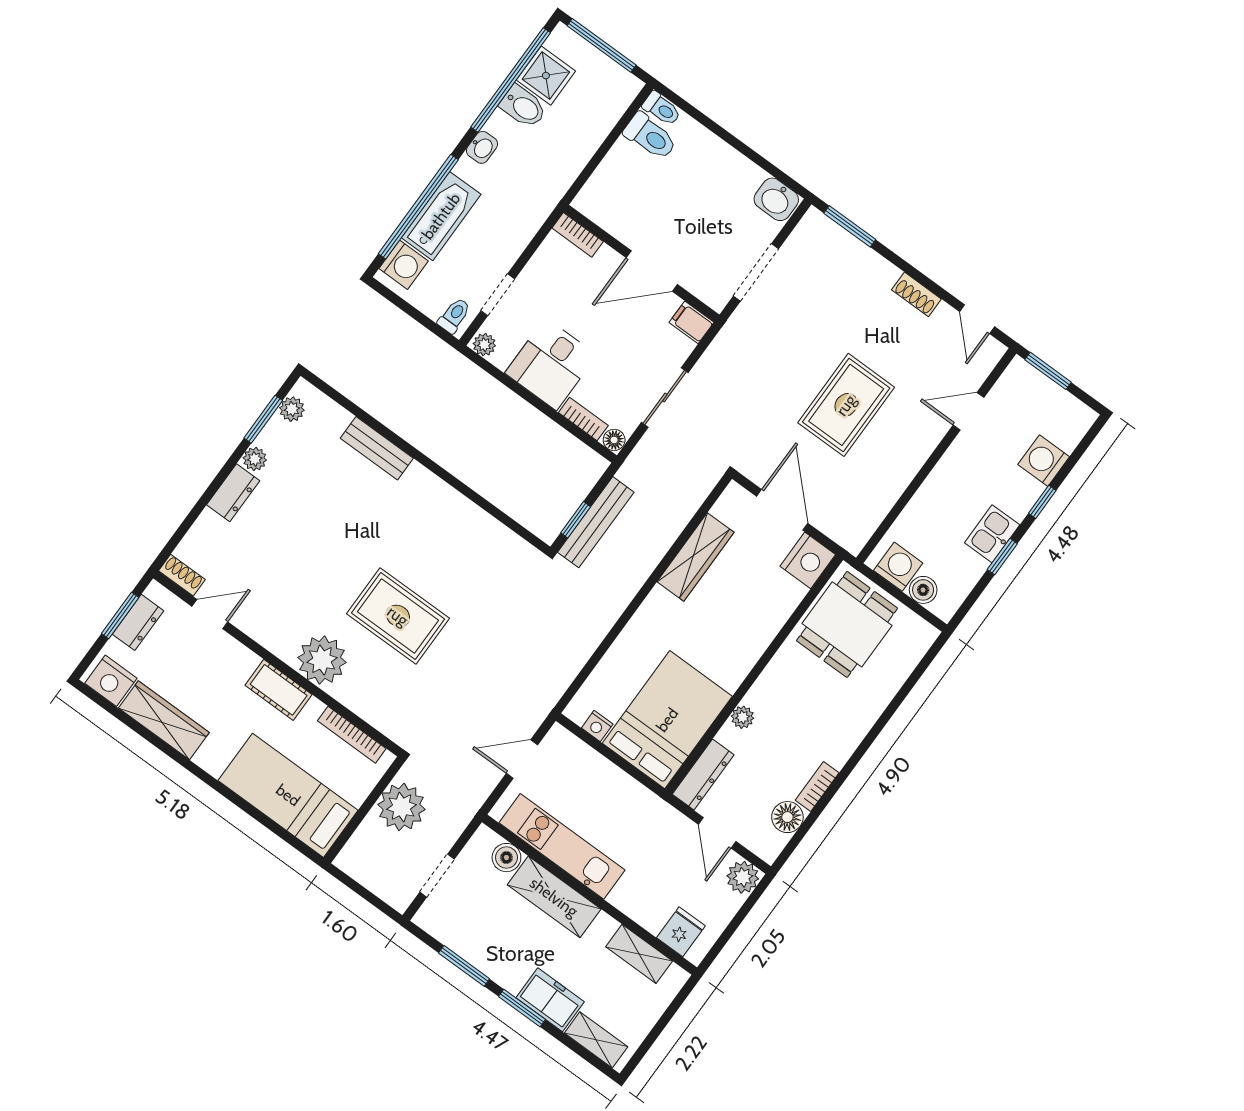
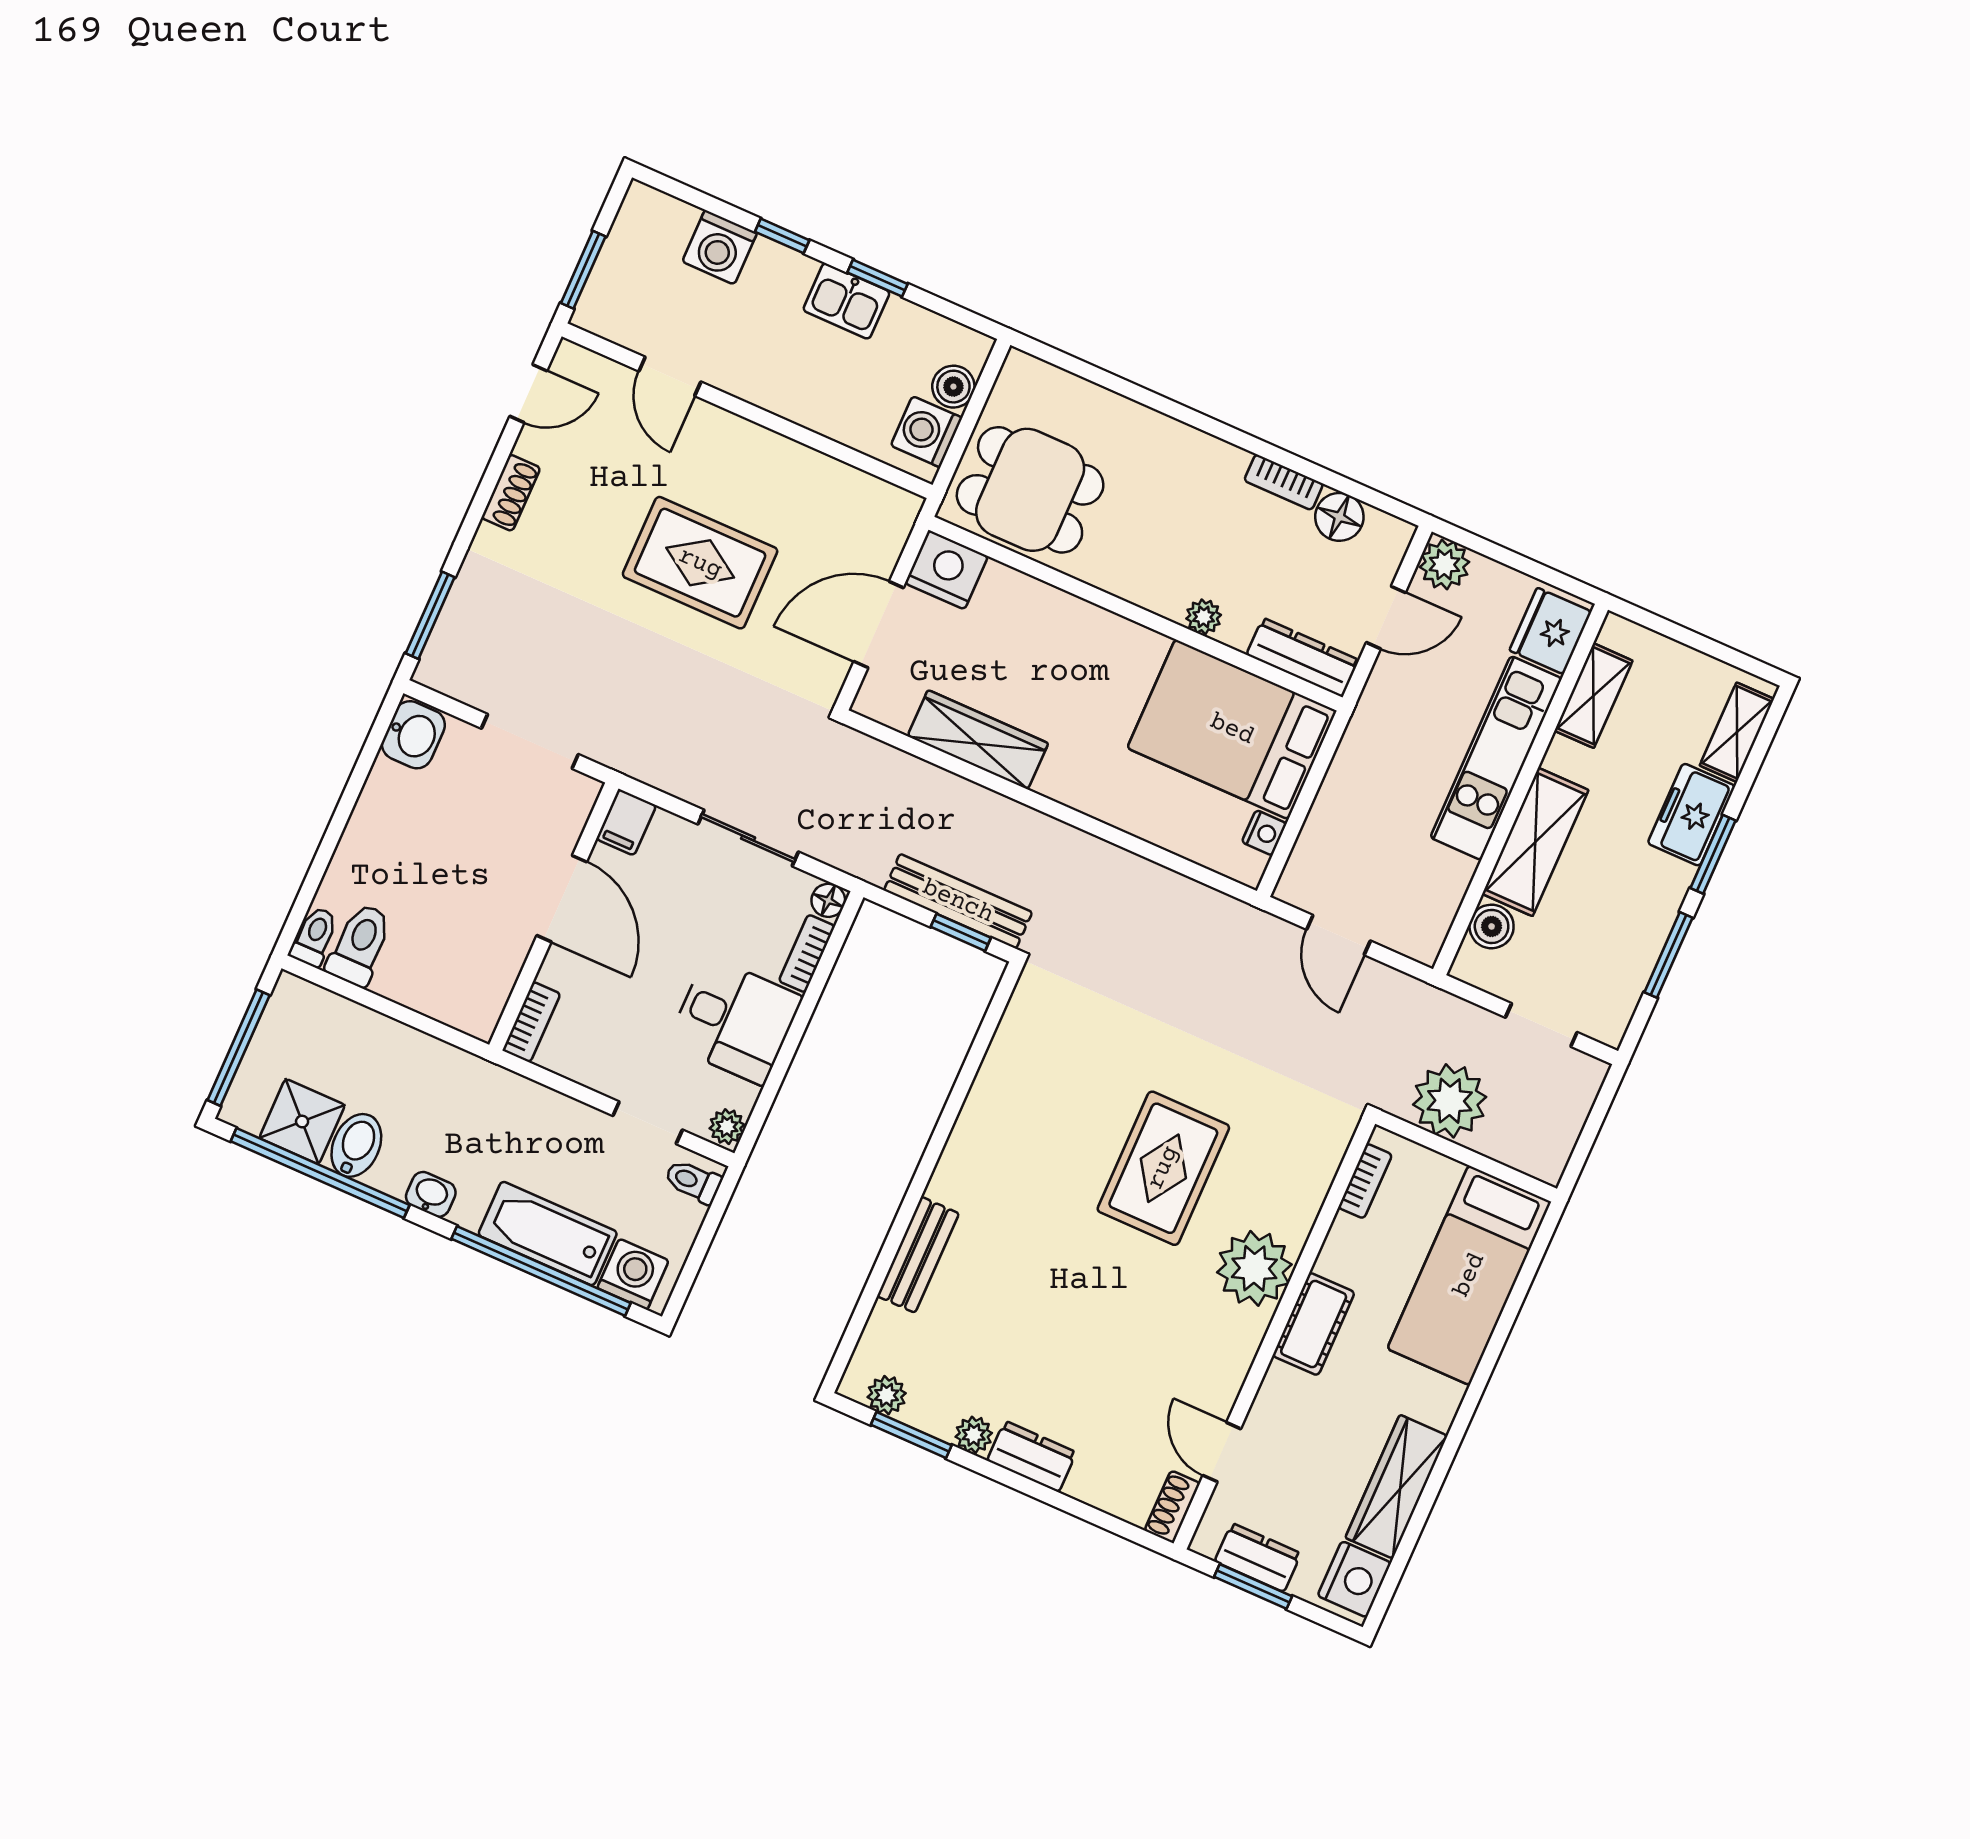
bookcase: (352, 735) -> (1365, 1181), width x0.64
kitchen unit: (562, 846) -> (1496, 758), moved
fridge: (681, 932) -> (1550, 631), width x1.38

